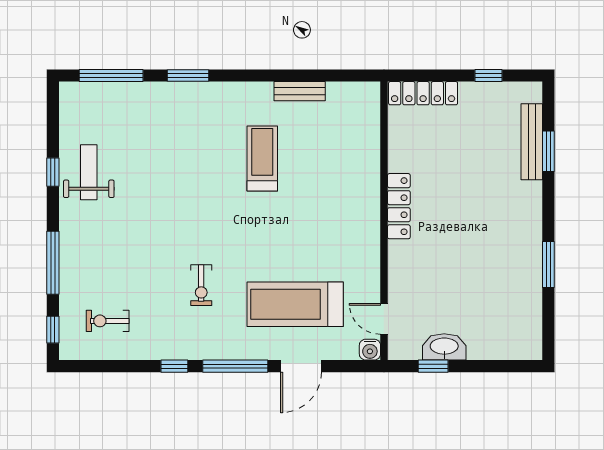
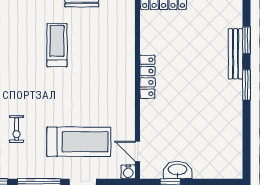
bench: (532, 142) -> (236, 54), moved
window: (548, 265) -> (247, 85), moved
treadmill: (295, 304) -> (79, 142), turned 180

